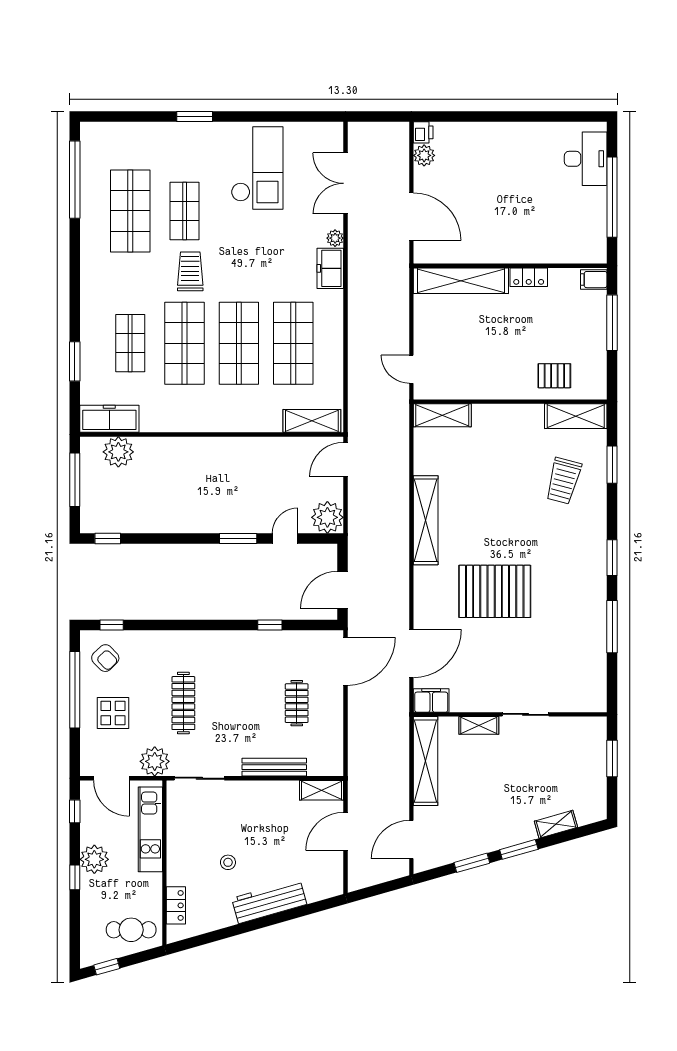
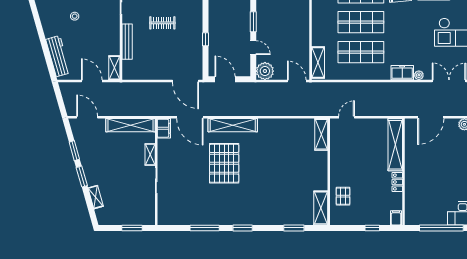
window: (612, 323) -> (372, 228), width x0.46
trolley: (563, 481) -> (285, 201), removed
shelving: (426, 520) -> (233, 125), moved
clothes rail: (297, 703) -> (162, 23), moved
workbench: (269, 901) -> (58, 56), moved

